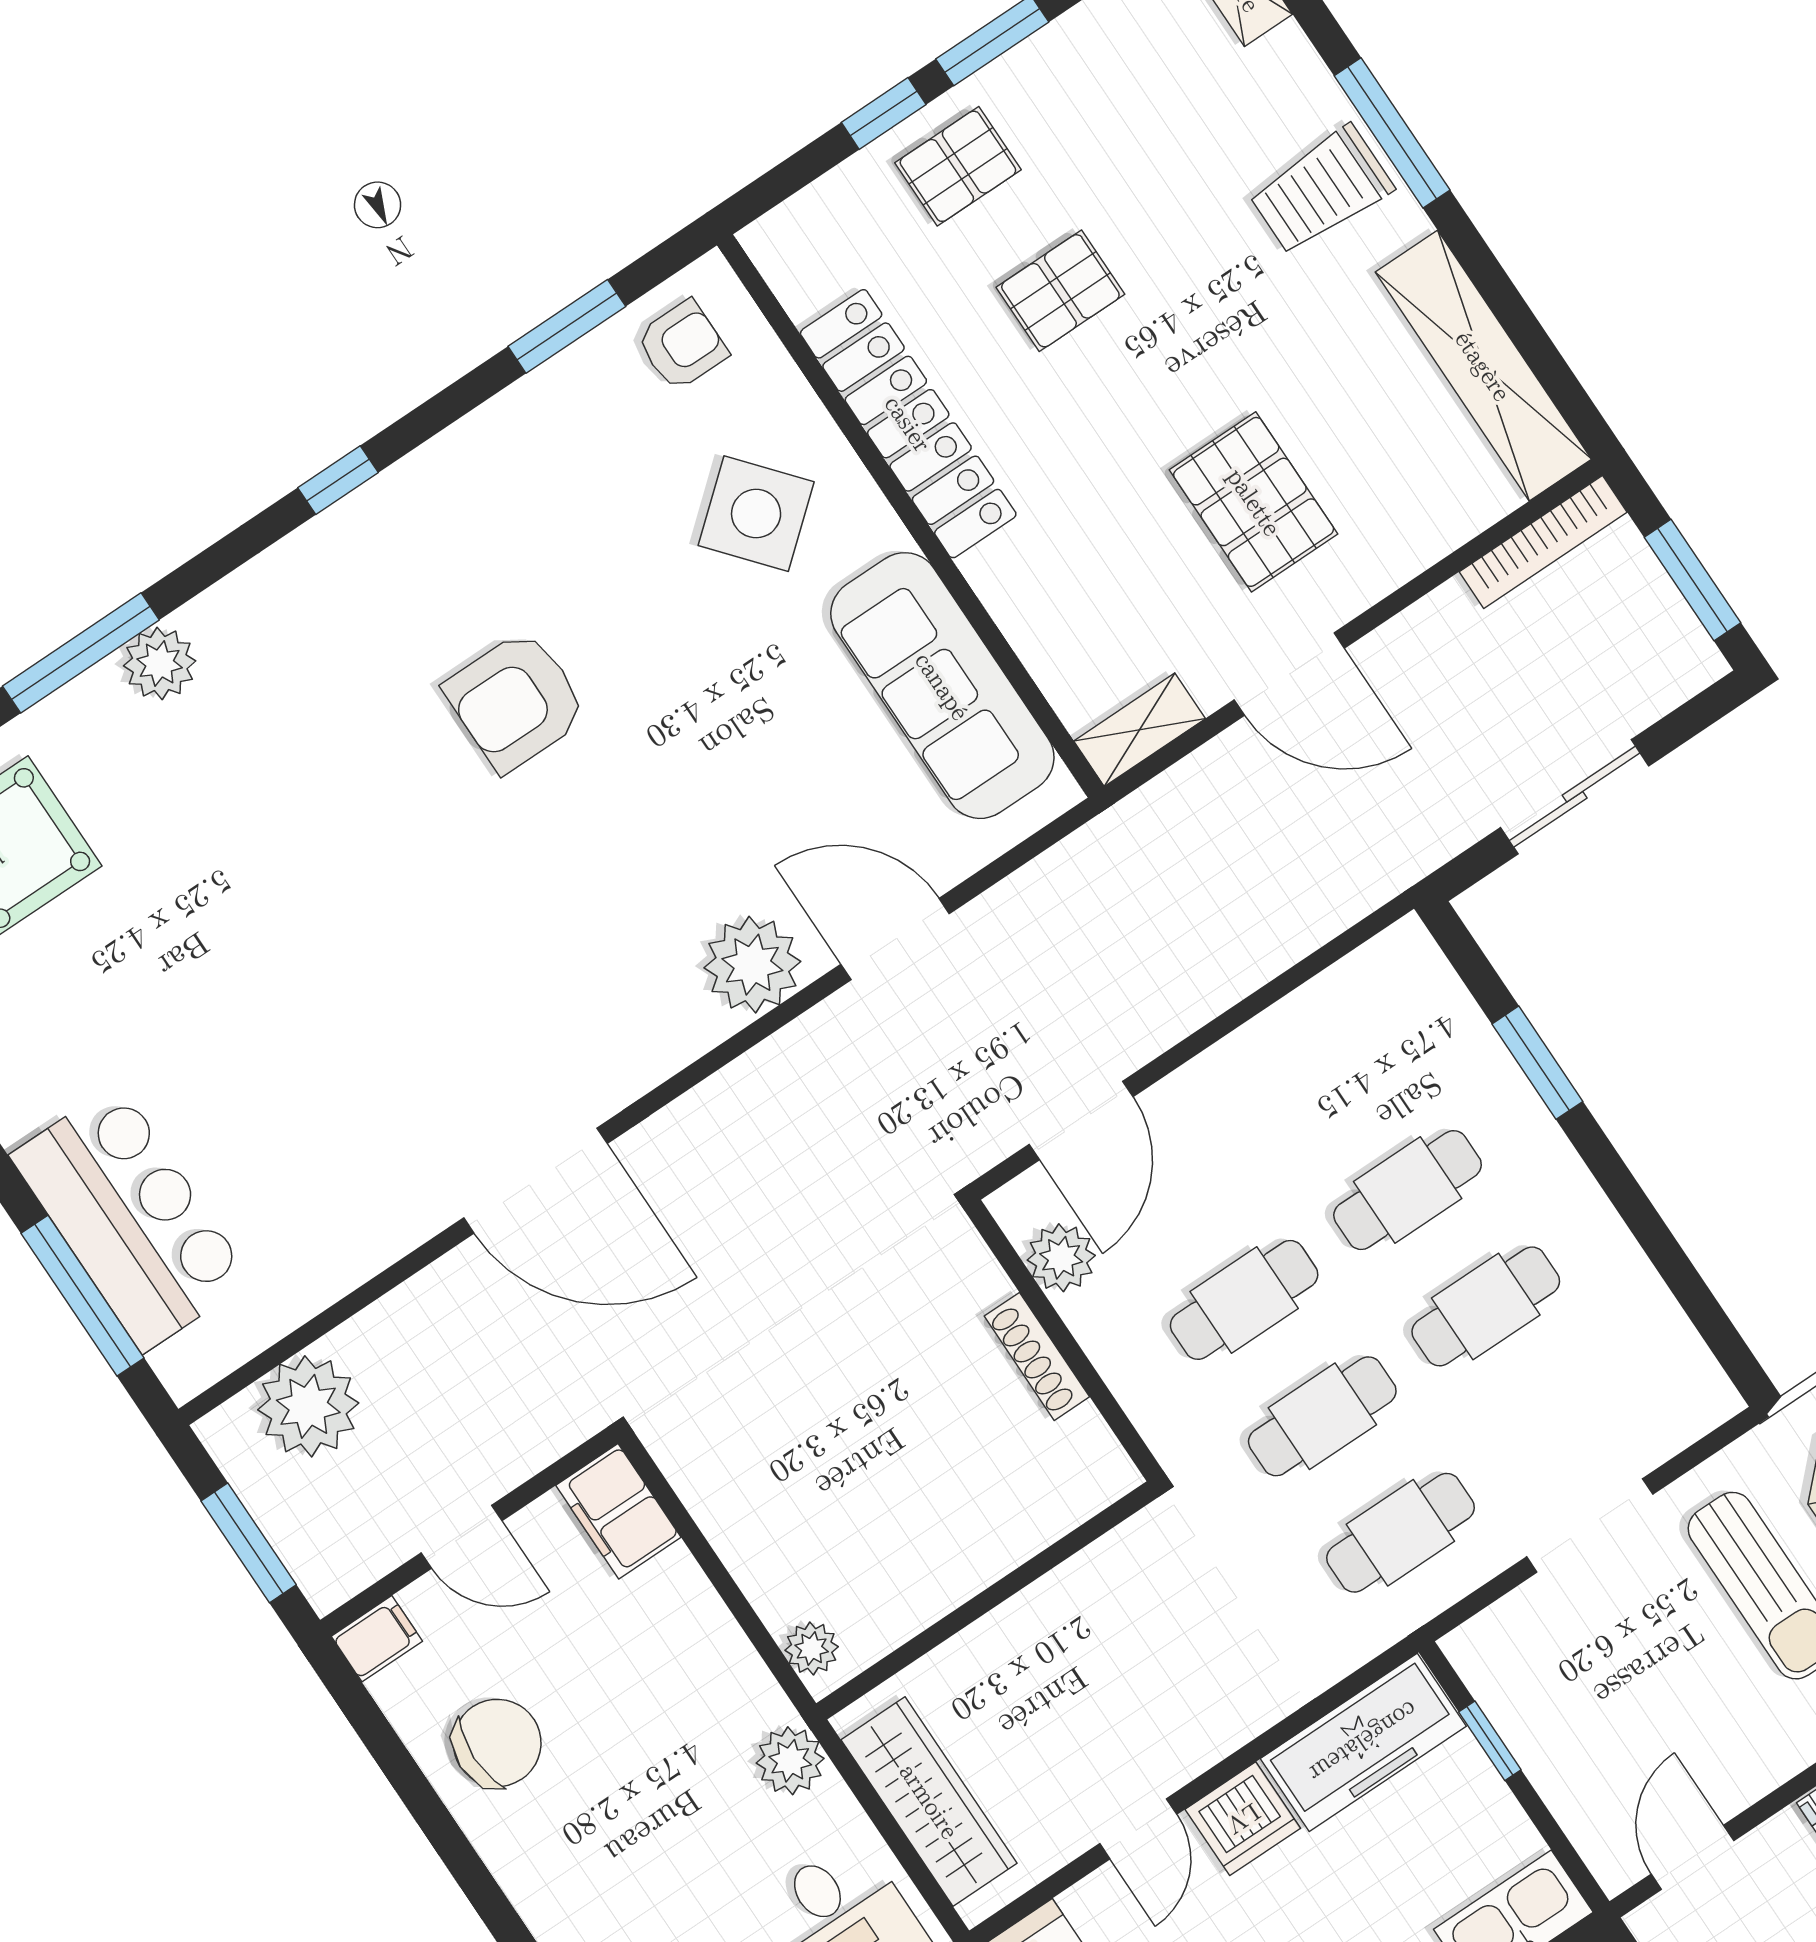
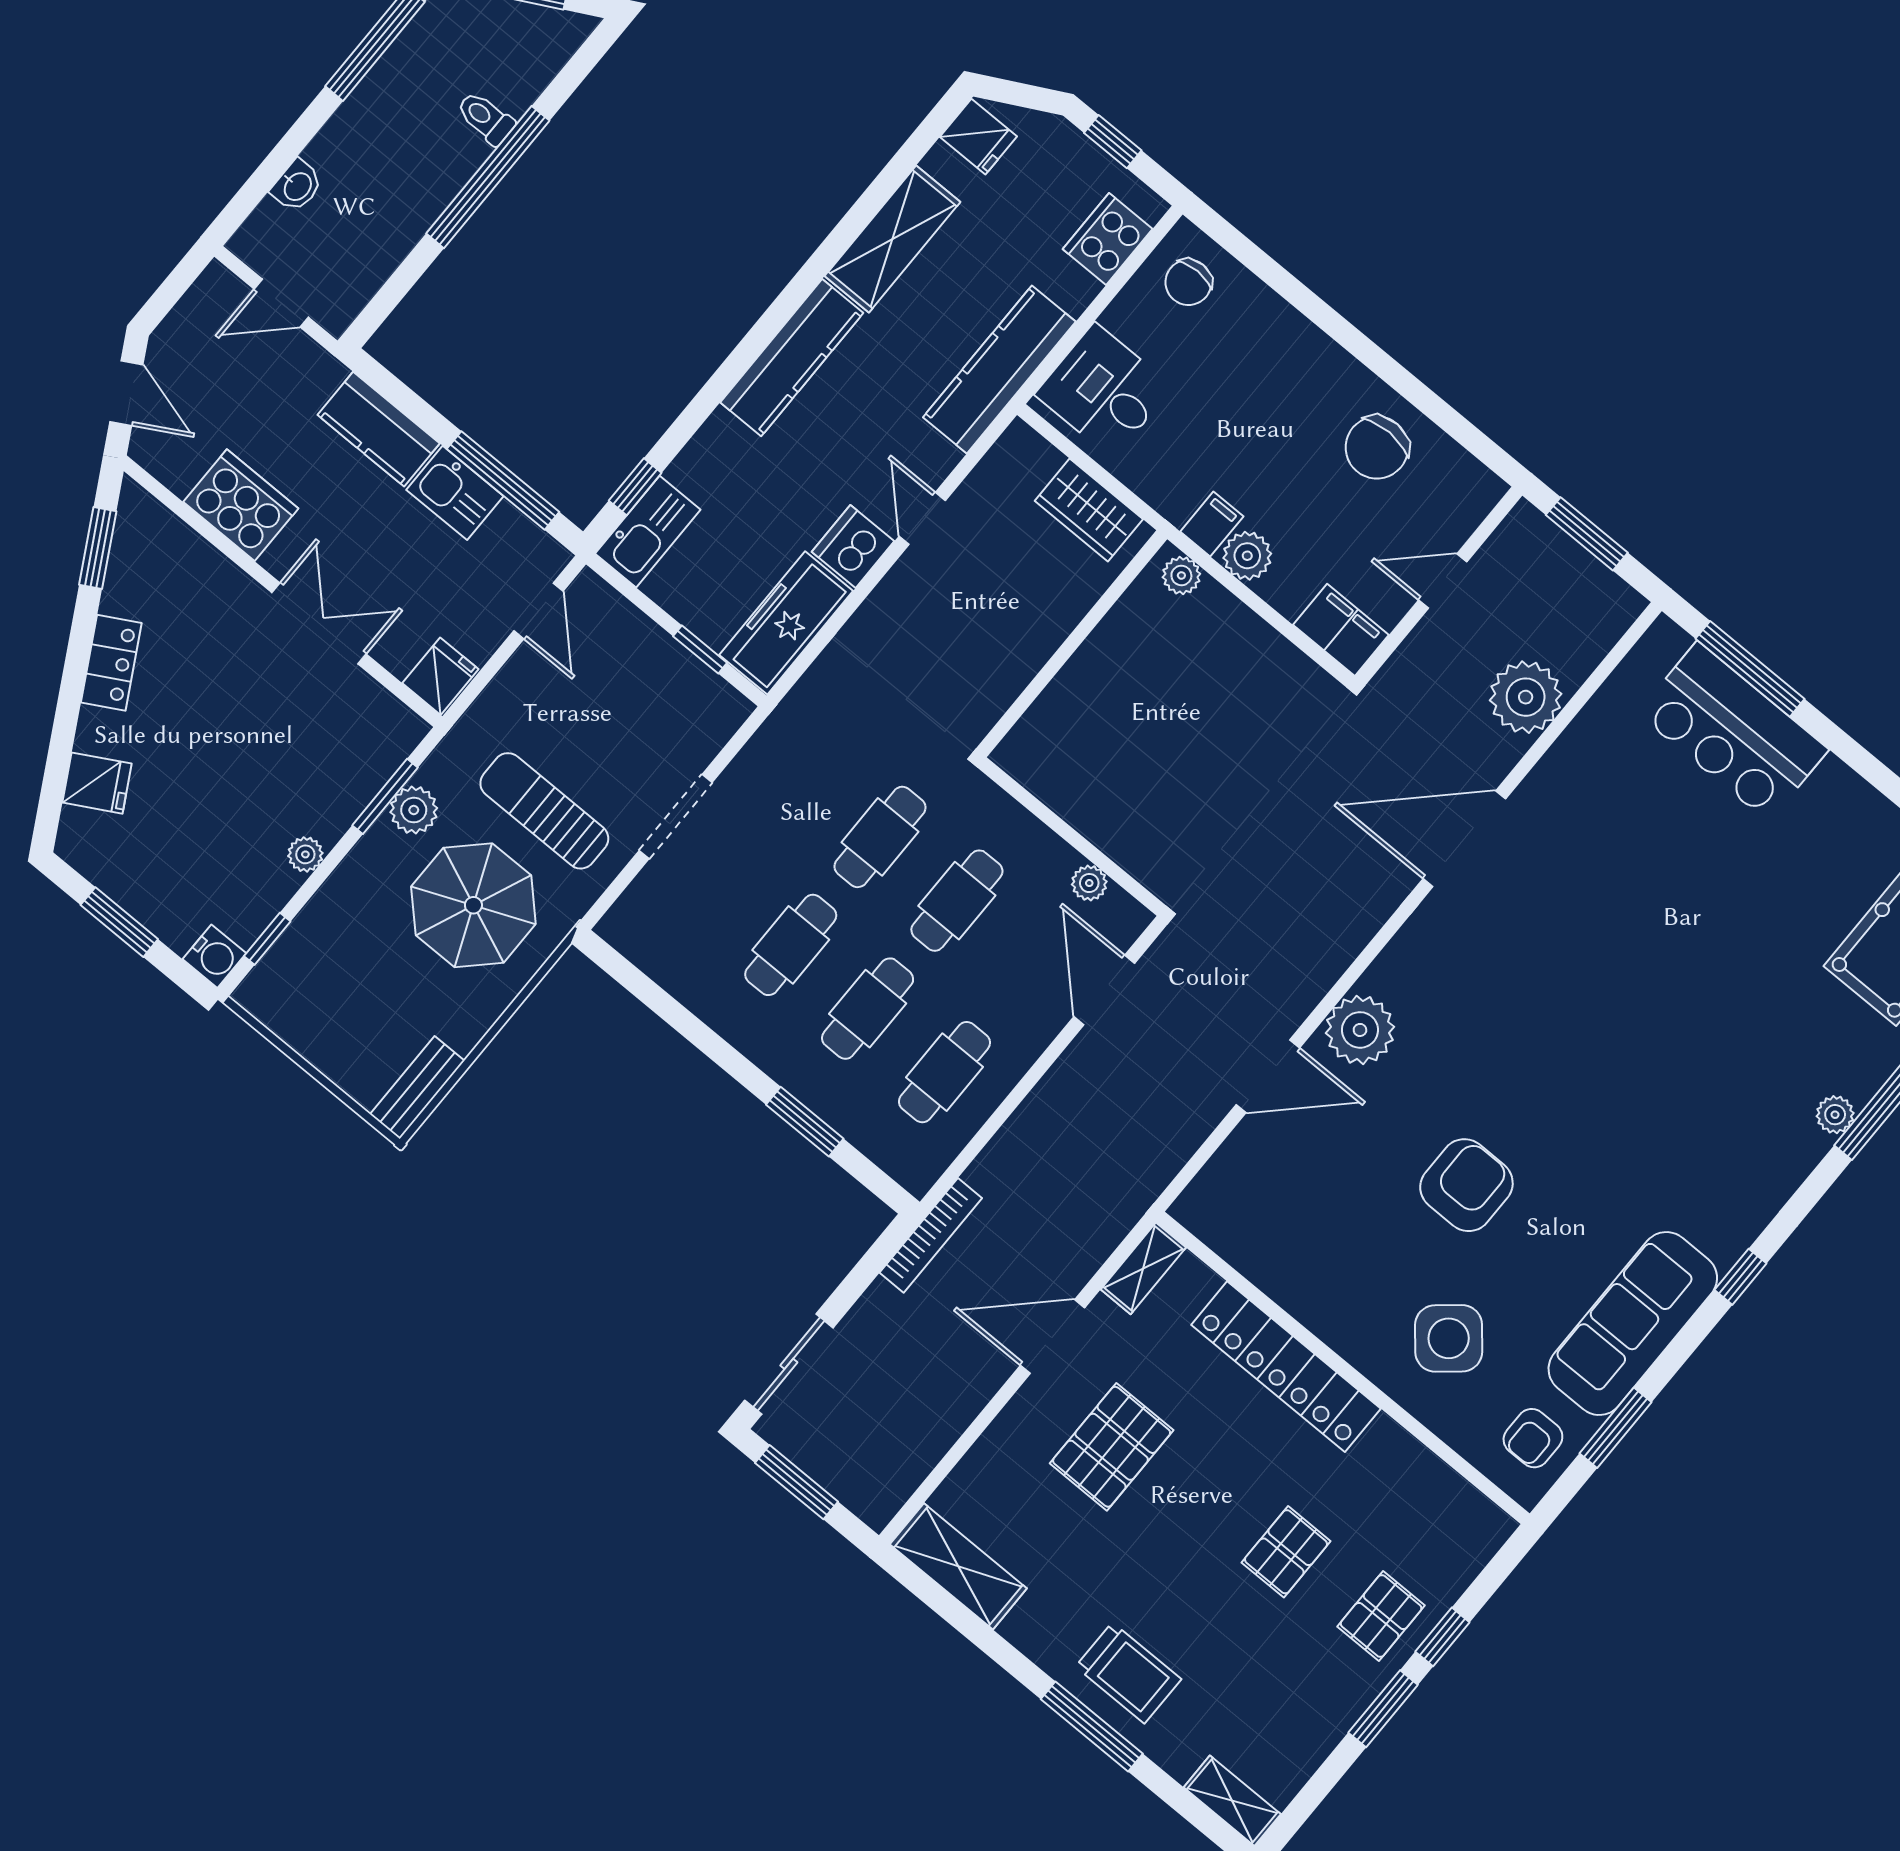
trolley: (1321, 190) -> (1128, 1673), turned 90
shelving: (1483, 366) -> (958, 1566), width x0.68
locker: (908, 424) -> (1286, 1367), moved
pallet: (1254, 502) -> (1112, 1447), turned 90
bookcase: (1543, 542) -> (931, 1235), moved, turned 180
plant: (160, 663) -> (1835, 1115), width x0.73, depth x0.73
sofa: (942, 686) -> (1633, 1324), moved, turned -90
armchair: (516, 701) -> (1466, 1185), moved
sliding door: (1575, 797) -> (789, 1364), moved
plant: (1061, 1258) -> (1089, 883), width x0.73, depth x0.73
shoe rack: (1037, 1356) -> (1087, 820), removed
plant: (308, 1406) -> (1526, 697), moved
cafe table: (1400, 1533) -> (944, 1072), moved
filing cabinet: (377, 1639) -> (1212, 524), moved, turned 180
plant: (790, 1761) -> (1247, 556), moved
wardrobe: (929, 1801) -> (1089, 510), width x0.67

